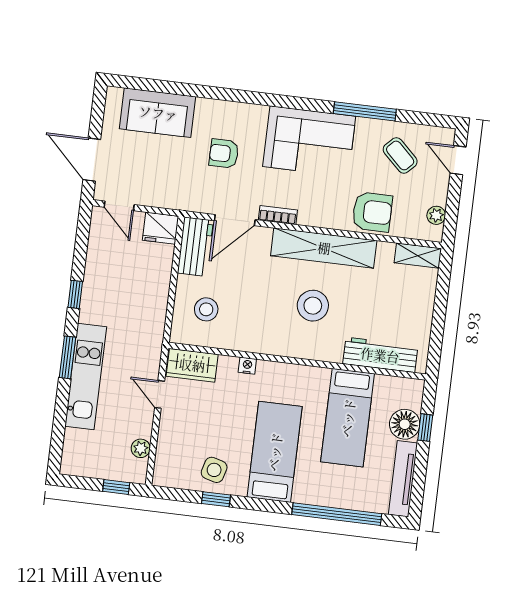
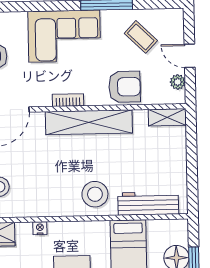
door: (458, 160) -> (190, 56), moved
bookcase: (278, 215) -> (68, 100), moved
stool: (313, 306) -> (95, 194), moved

